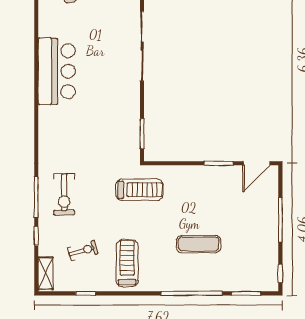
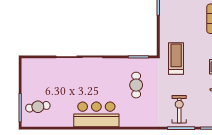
cafe table: (100, 130) -> (136, 85), added
exercise bike: (64, 194) -> (179, 109), turned -90

